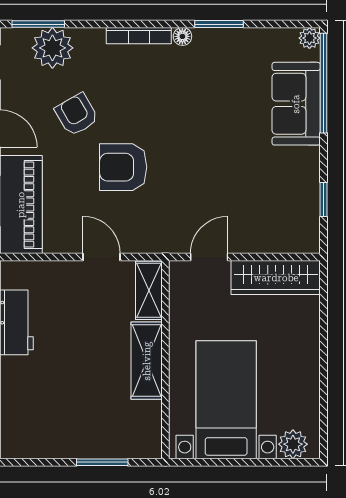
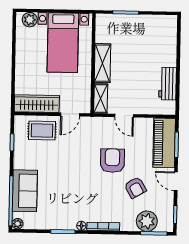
armchair: (123, 167) -> (112, 161), turned -90
rug: (264, 224) -> (42, 131), added

